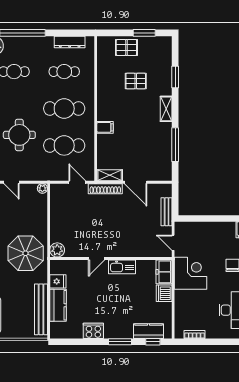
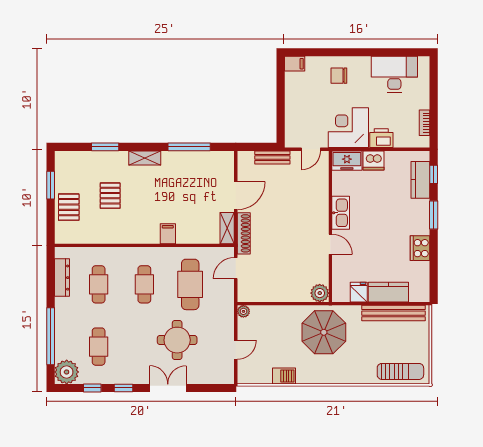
cafe table: (64, 109) -> (144, 284), width x0.73, depth x0.74
printer: (182, 300) -> (381, 138), added

